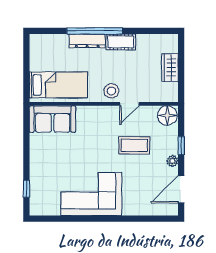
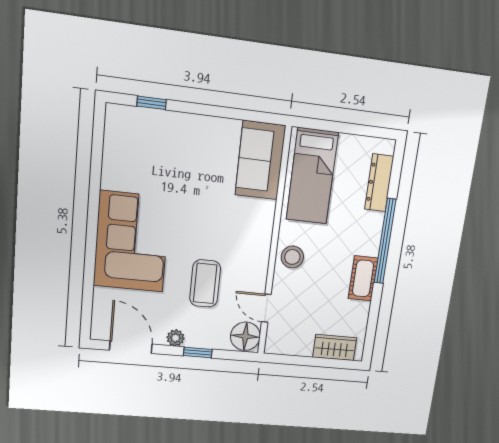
dresser: (87, 41) -> (379, 183), moved
wardrobe: (170, 68) -> (335, 348), moved
door: (129, 104) -> (266, 308), moved
corner sofa: (91, 194) -> (132, 242), moved

